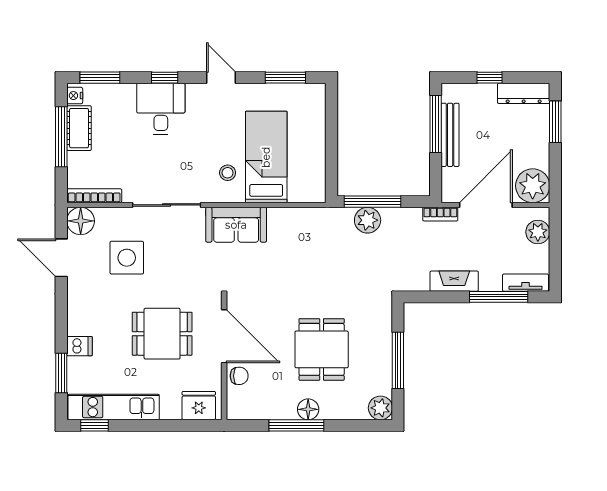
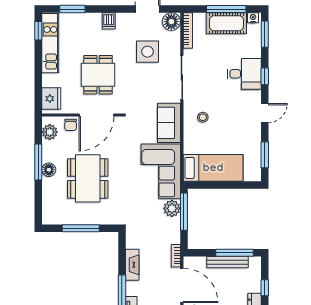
cot: (79, 128) -> (226, 23), width x1.37, depth x1.34
bed: (266, 157) -> (213, 168), moved
corner sofa: (310, 237) -> (161, 171), added
dishwasher: (79, 346) -> (109, 21), moved
dining table: (322, 349) -> (88, 178), width x1.38
plant: (380, 408) -> (50, 132), moved

